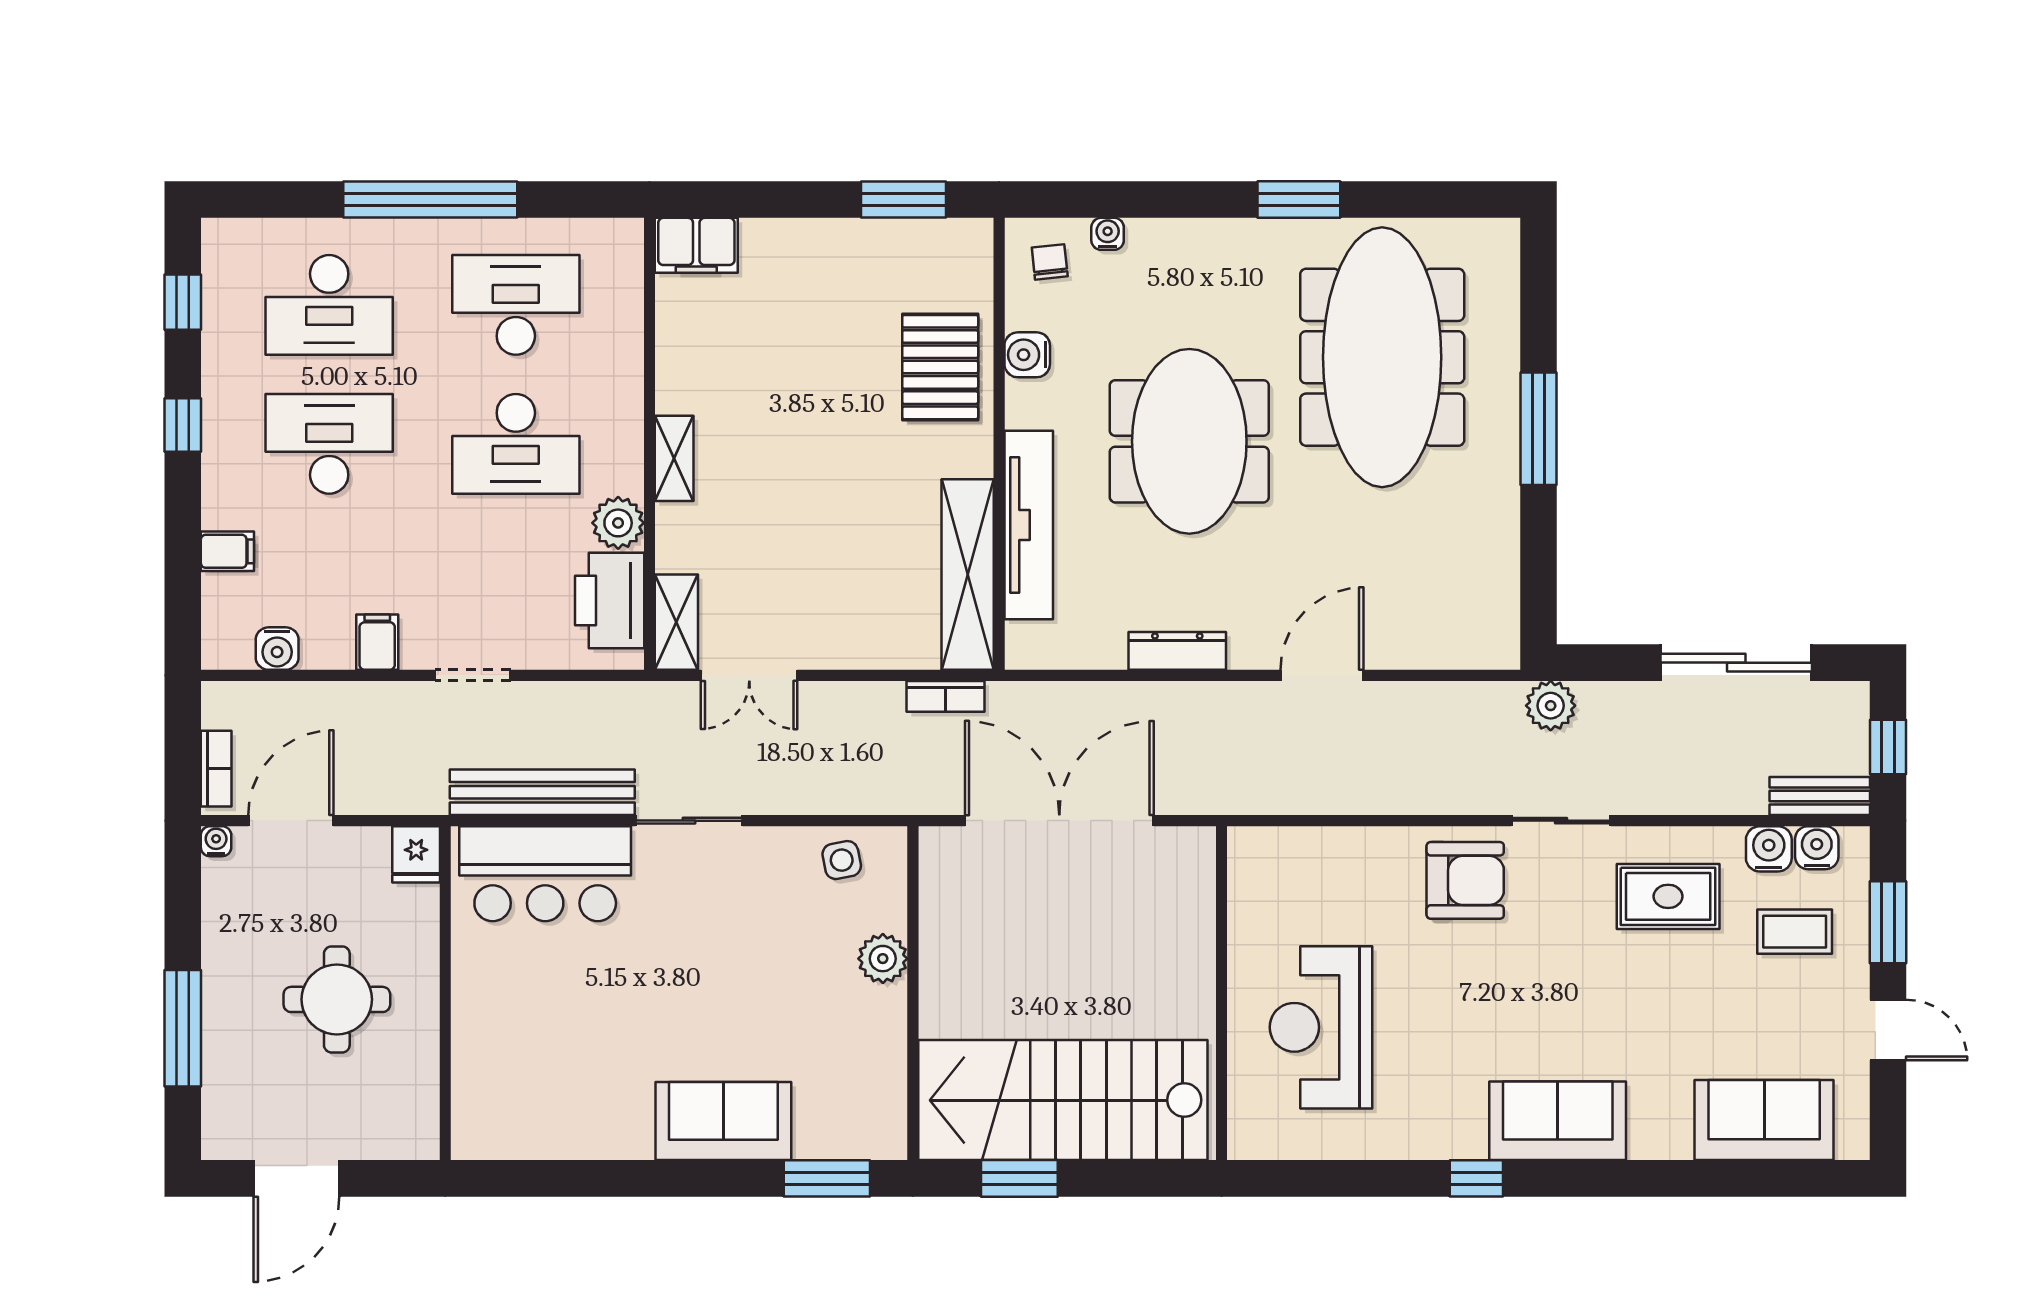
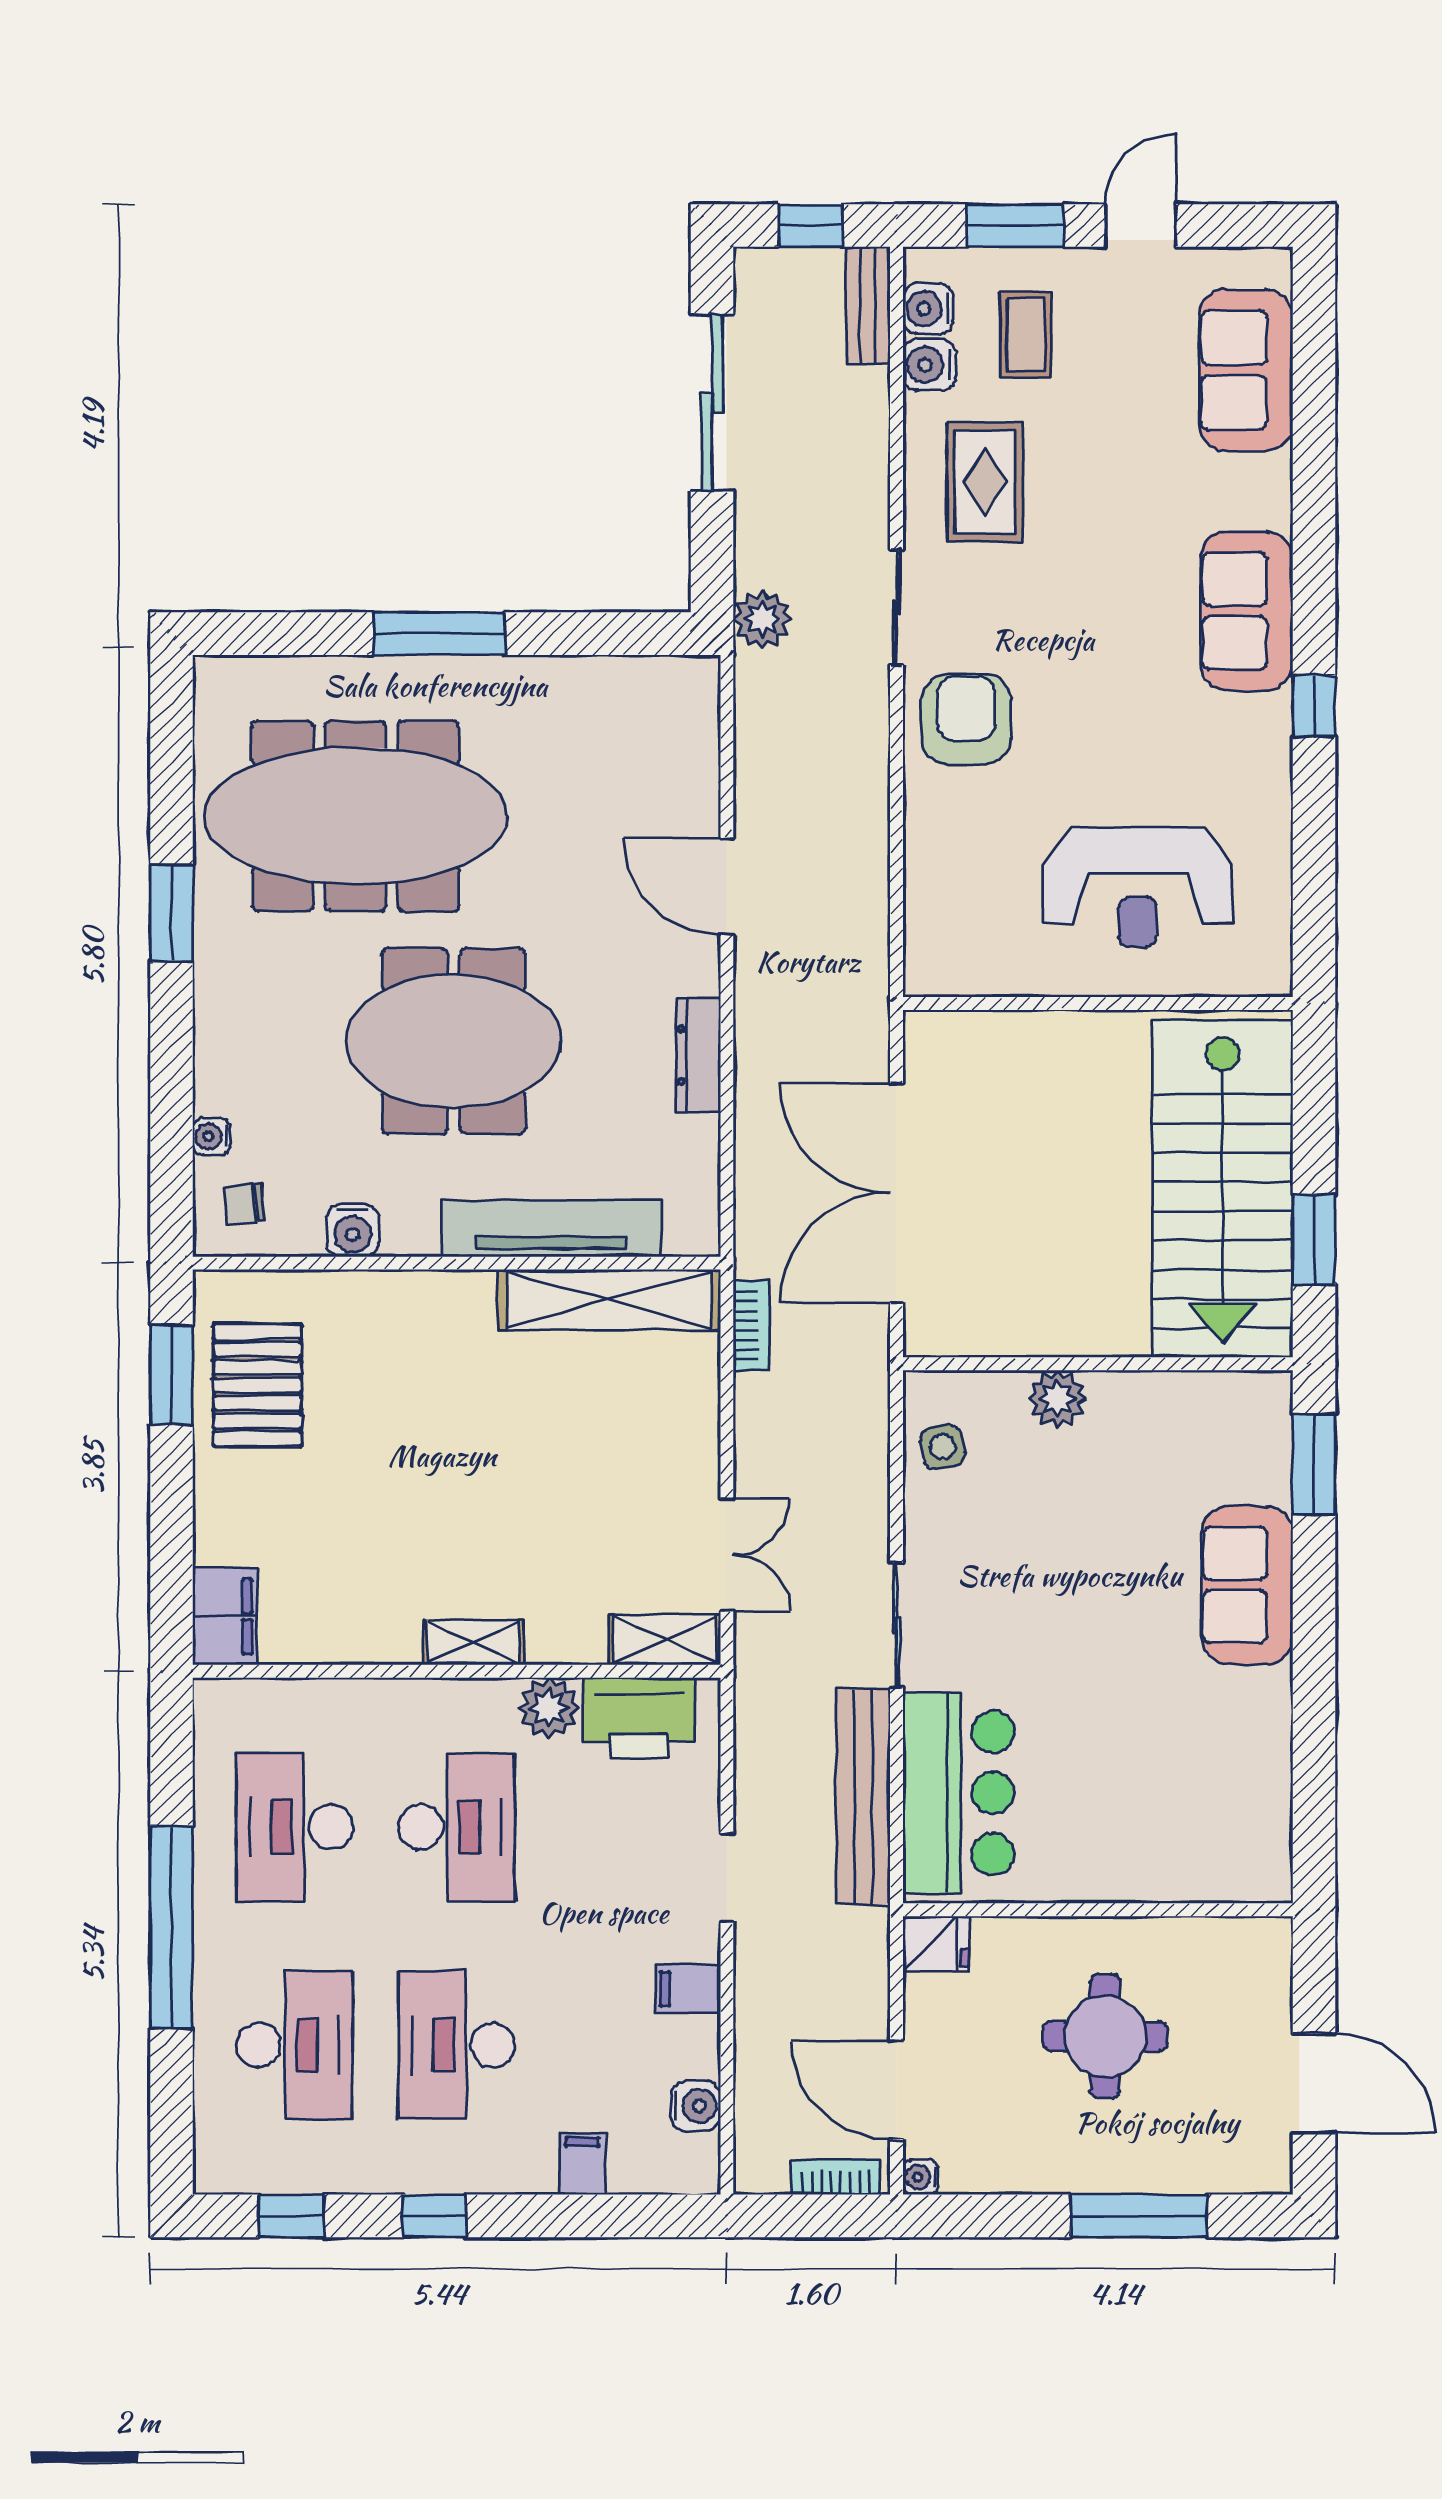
pallet: (940, 367) -> (257, 1385), moved, turned 90

